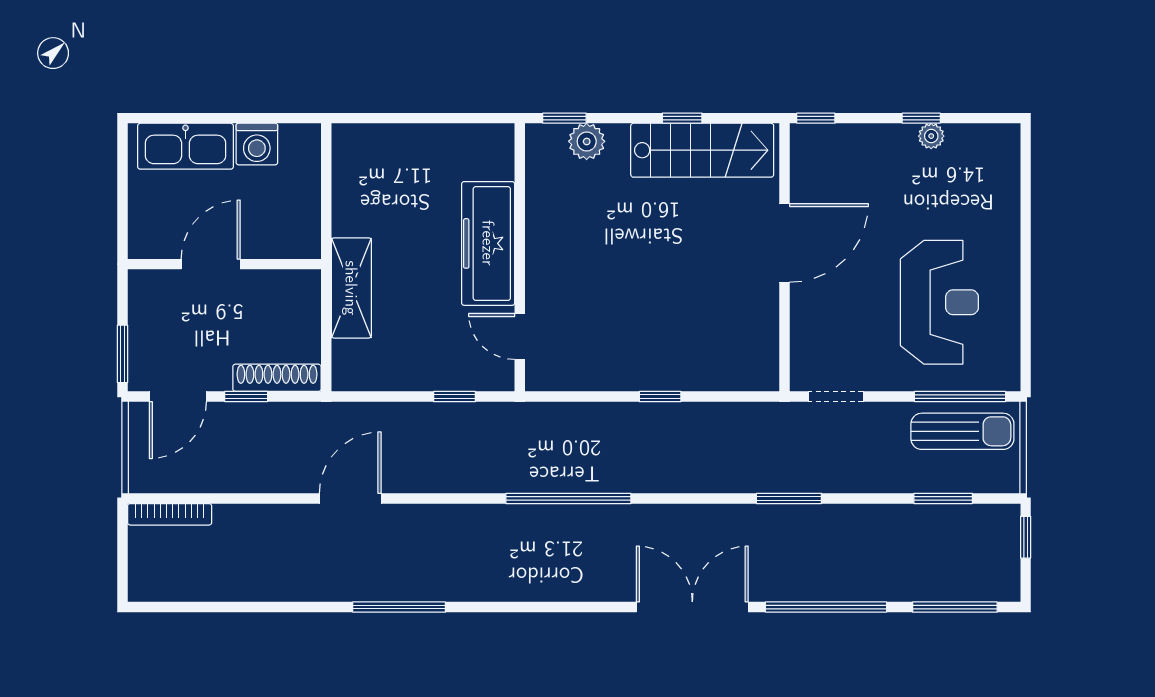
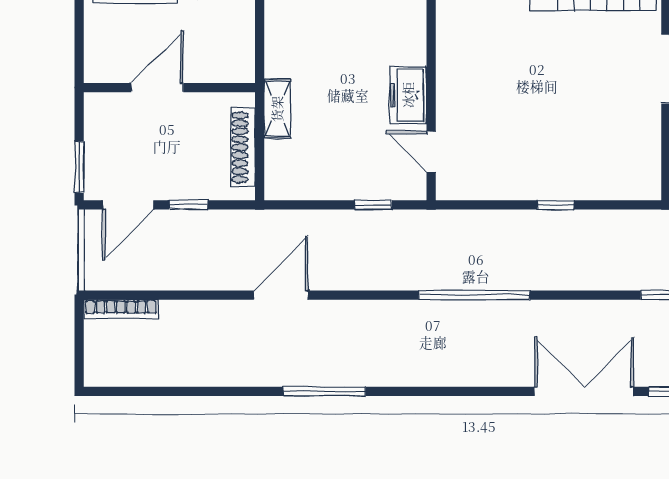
freezer: (488, 243) -> (408, 95), width x0.52, depth x0.79
shelving: (351, 288) -> (277, 109), width x0.67, depth x0.75
shoe rack: (277, 378) -> (243, 147), moved, turned -90

